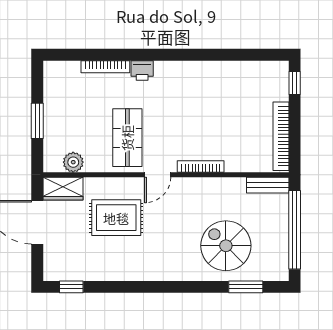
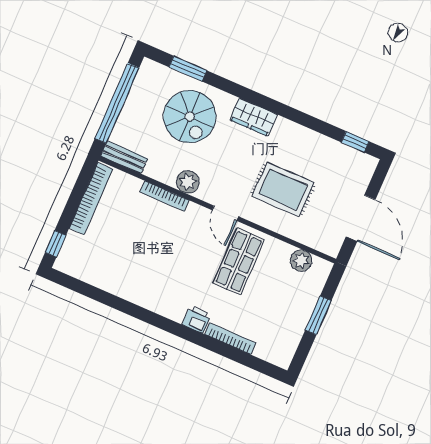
bookcase: (201, 166) -> (165, 196), moved
door: (158, 175) -> (225, 213), swing flipped
plant: (202, 188) -> (188, 182), added
wardrobe: (63, 189) -> (253, 117), moved, turned 180

